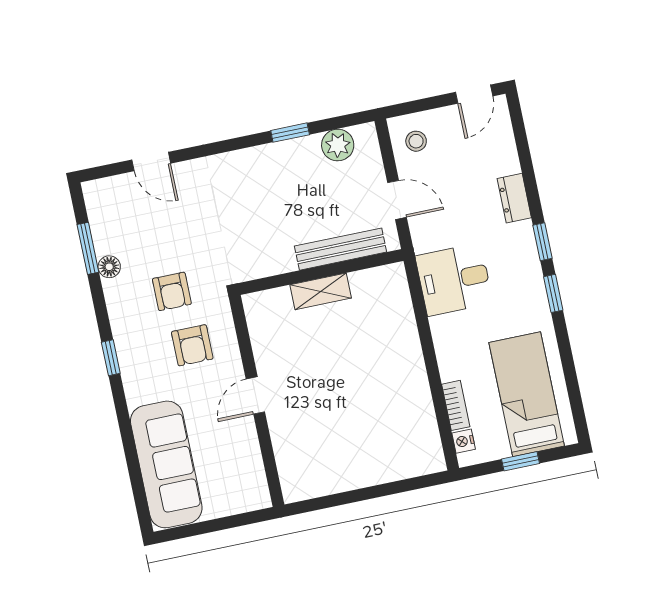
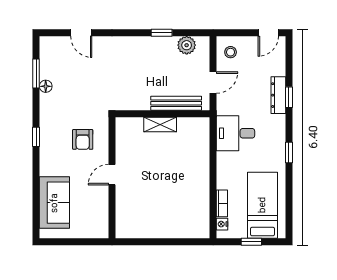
dresser: (514, 198) -> (278, 95), width x1.44
door: (397, 200) -> (213, 83), hinge flipped
window: (543, 242) -> (289, 97), moved
armchair: (172, 291) -> (78, 107), removed
sofa: (166, 464) -> (54, 203), width x0.73

